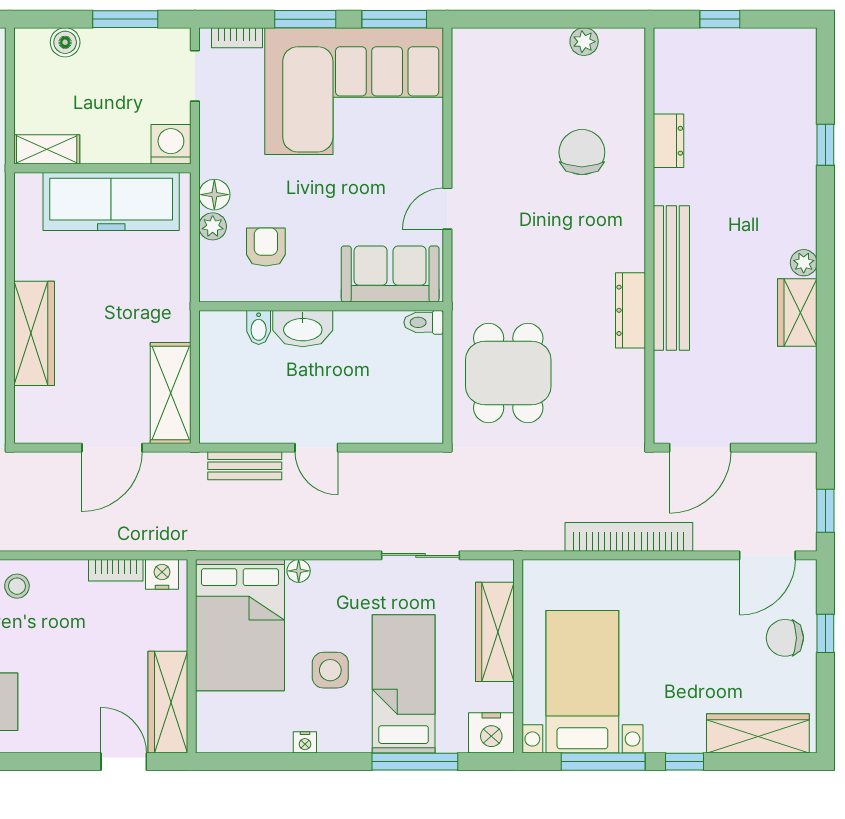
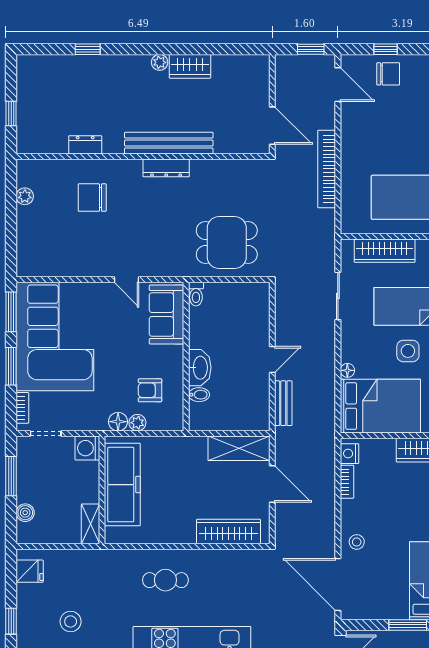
dresser: (631, 310) -> (166, 168), moved
wardrobe: (34, 333) -> (229, 532), moved
chair: (785, 638) -> (388, 74), turned -90

